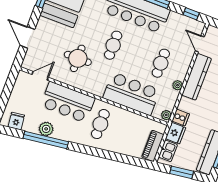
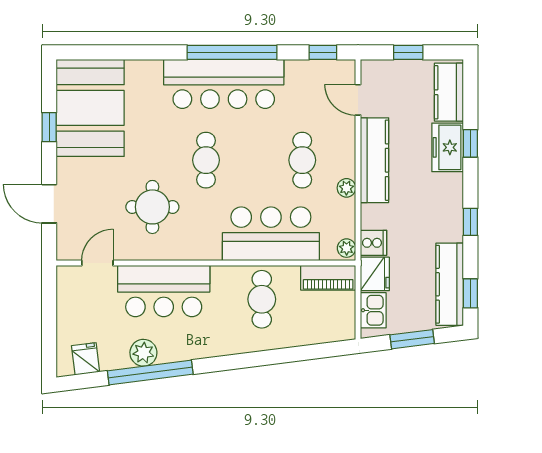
cafe table: (100, 124) -> (262, 299), moved
piano: (153, 146) -> (328, 278), moved, turned -90

